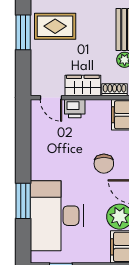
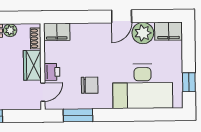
chair: (104, 164) -> (90, 85), moved
window: (23, 201) -> (78, 115), moved

